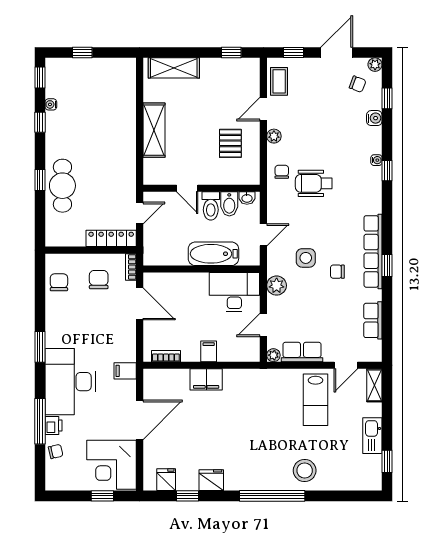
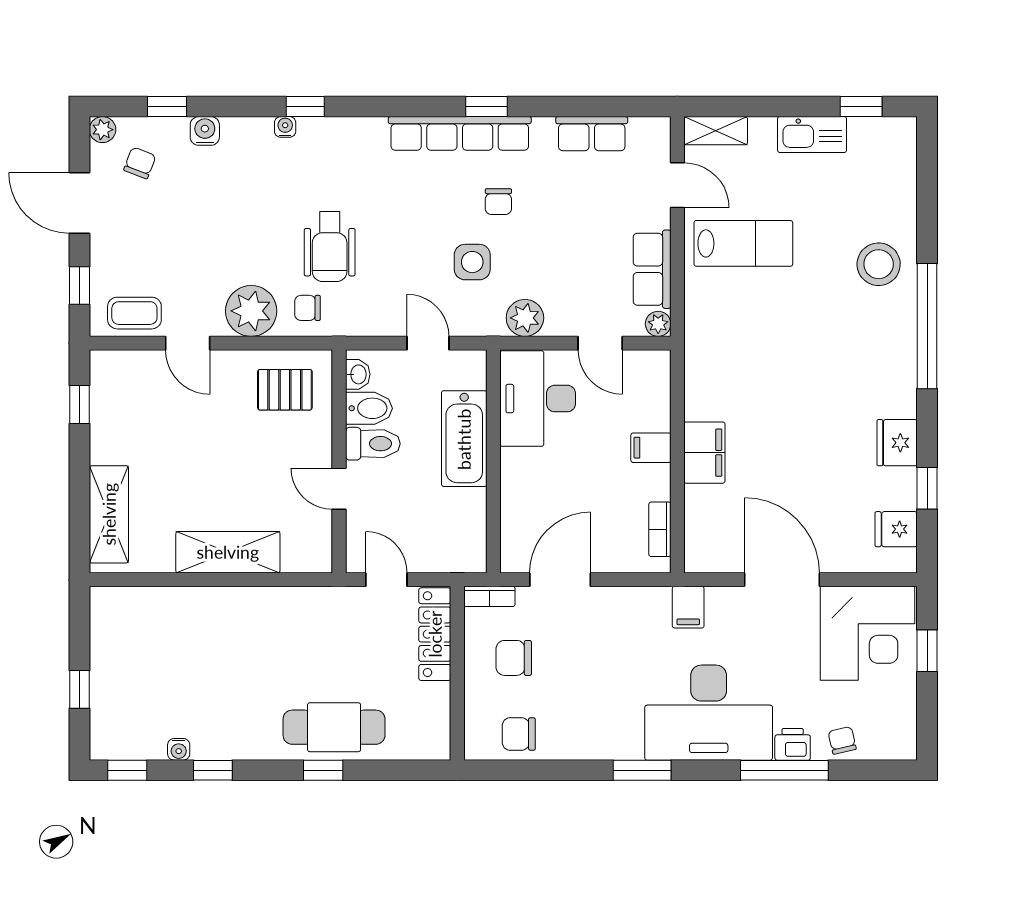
plant: (274, 136) -> (251, 311), width x1.88, depth x1.88
pallet: (230, 143) -> (285, 390), moved
door: (187, 188) -> (339, 489), swing flipped

